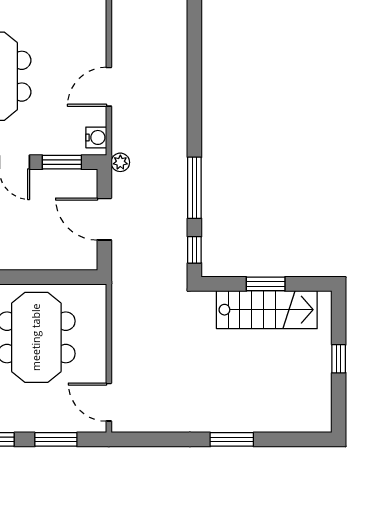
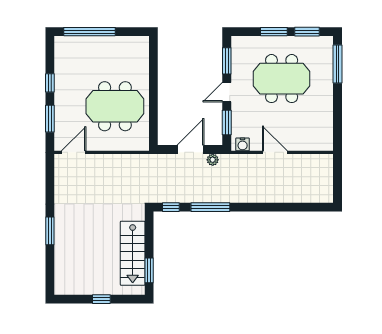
plant: (120, 162) -> (213, 160), moved
window: (266, 284) -> (149, 270), moved

